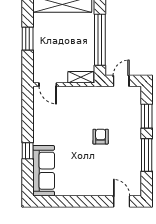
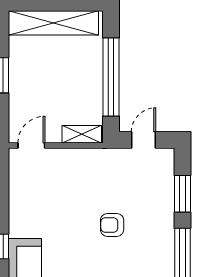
door: (48, 85) -> (31, 145), swing flipped
armchair: (101, 137) -> (112, 225), turned -90

